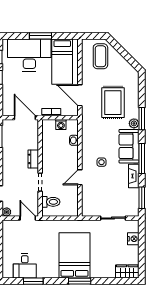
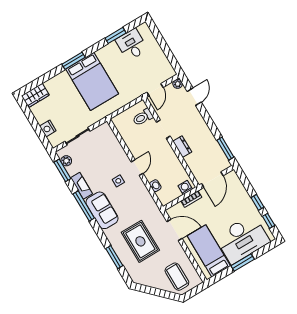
door: (25, 118) -> (212, 180), hinge flipped
window: (142, 119) -> (114, 257), moved
plant: (134, 123) -> (66, 161), moved
washing machine: (61, 124) -> (185, 187), moved
door: (80, 177) -> (137, 168), moved
door: (28, 218) -> (155, 90), hinge flipped

